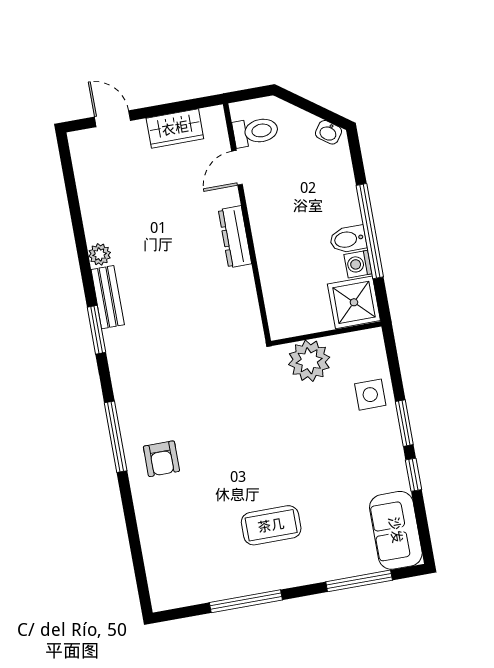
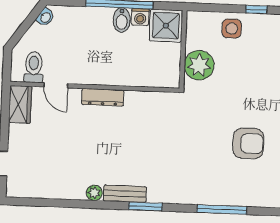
wardrobe: (175, 128) -> (20, 104), moved
window: (404, 423) -> (256, 9), width x0.67
armchair: (161, 459) -> (248, 143), moved, width x1.38, depth x1.38

